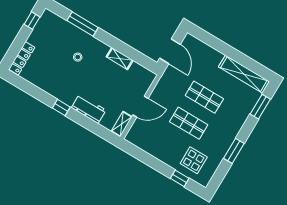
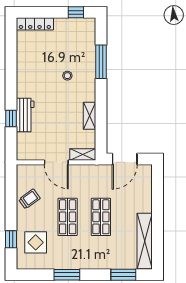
window: (61, 107) -> (11, 119), moved
shelving: (122, 124) -> (83, 155), moved
trolley: (157, 145) -> (29, 199), added

